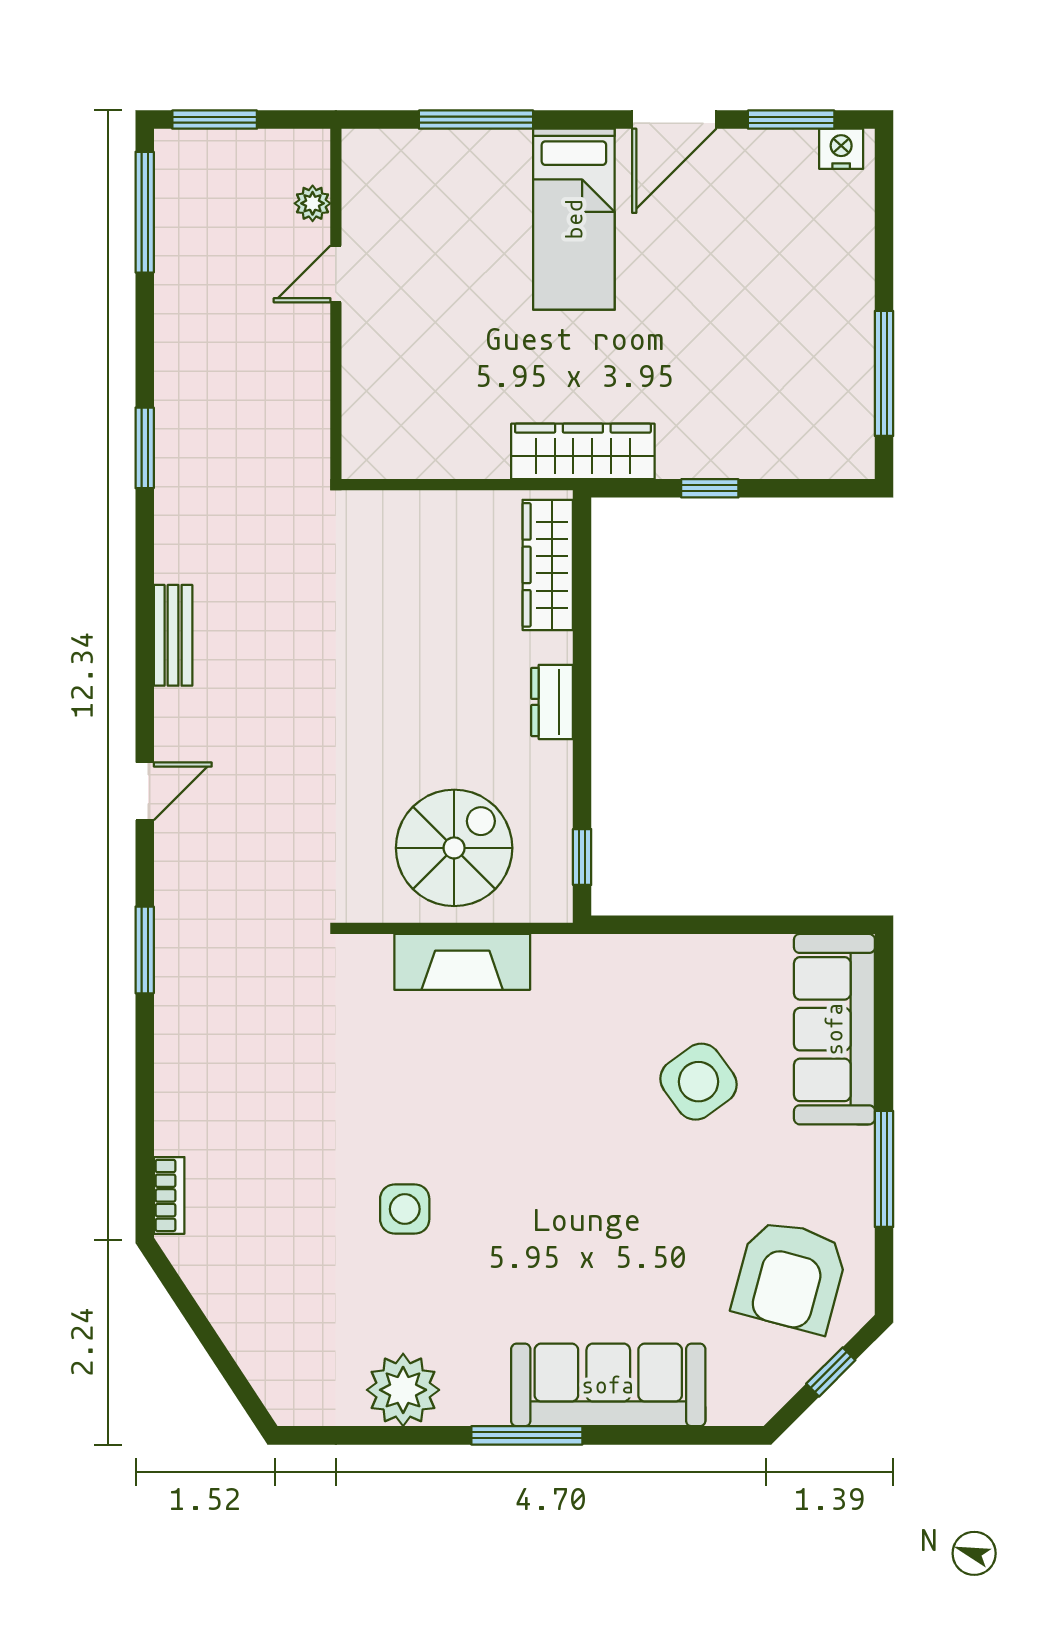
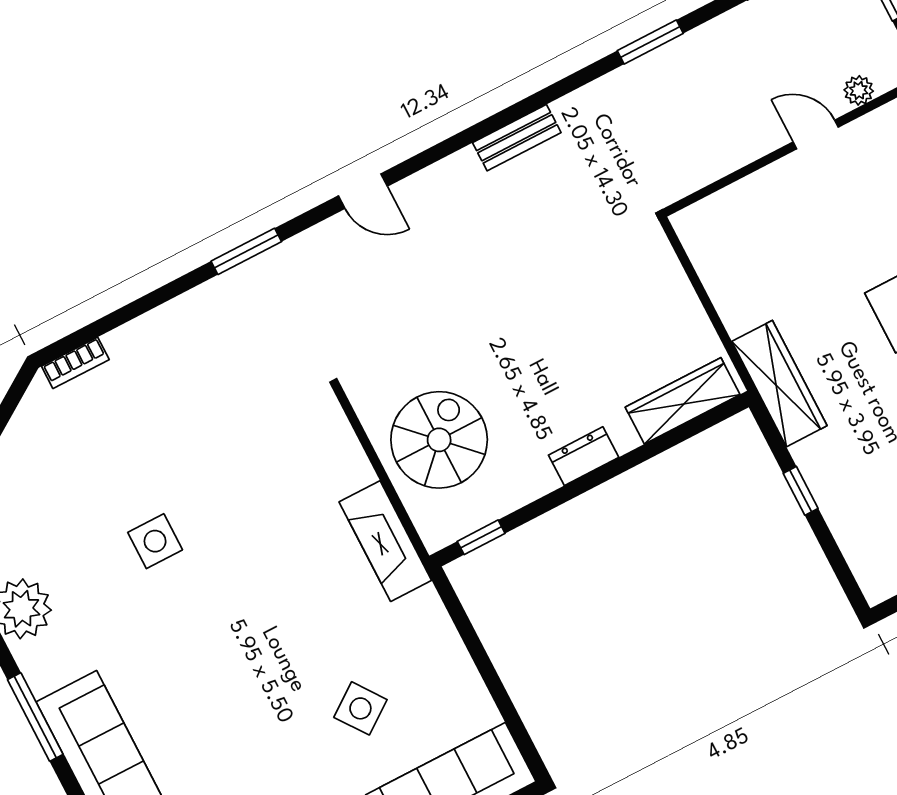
window: (145, 448) -> (650, 42), moved
bench: (173, 635) -> (517, 138), moved
spiral stairs: (454, 848) -> (439, 440), turned -90
fireplace: (462, 962) -> (385, 541), moved
side table: (699, 1082) -> (360, 708), width x0.73, depth x0.73

